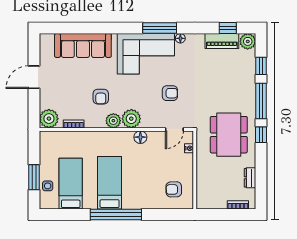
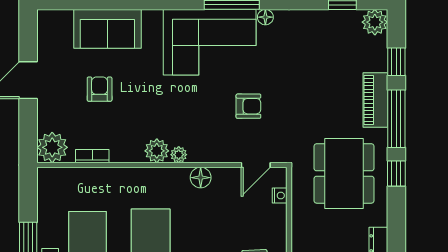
piano: (222, 41) -> (375, 100), moved, turned 90
sofa: (83, 46) -> (107, 29), width x0.73
armchair: (101, 97) -> (100, 89), moved, turned 180
plant: (131, 119) -> (179, 155), width x0.53, depth x0.53

